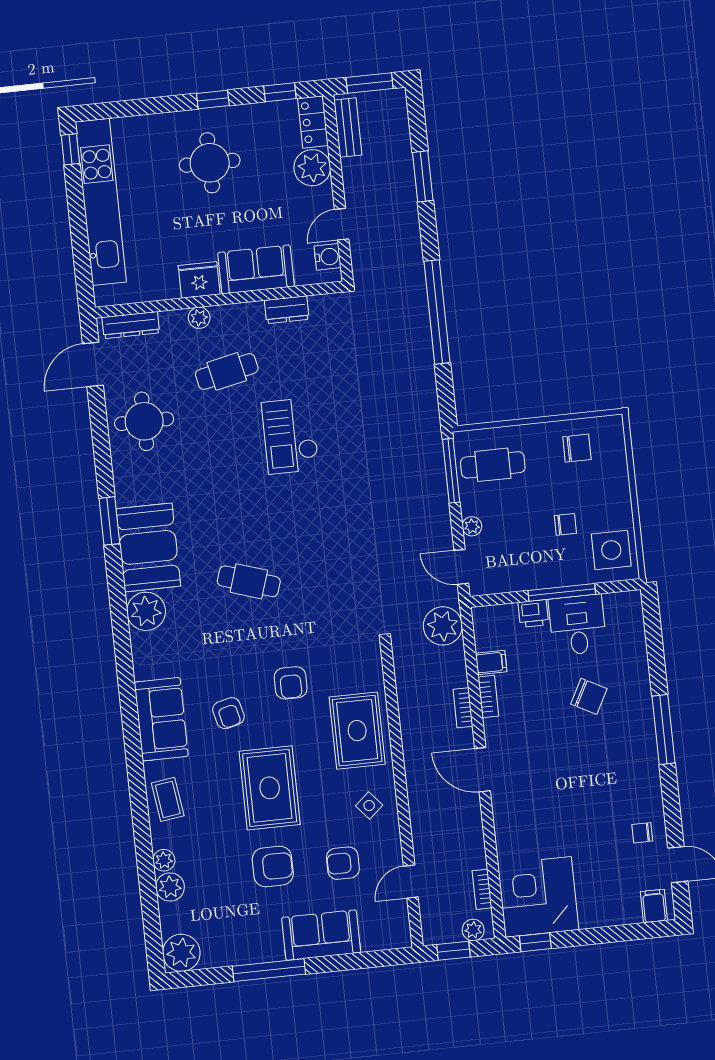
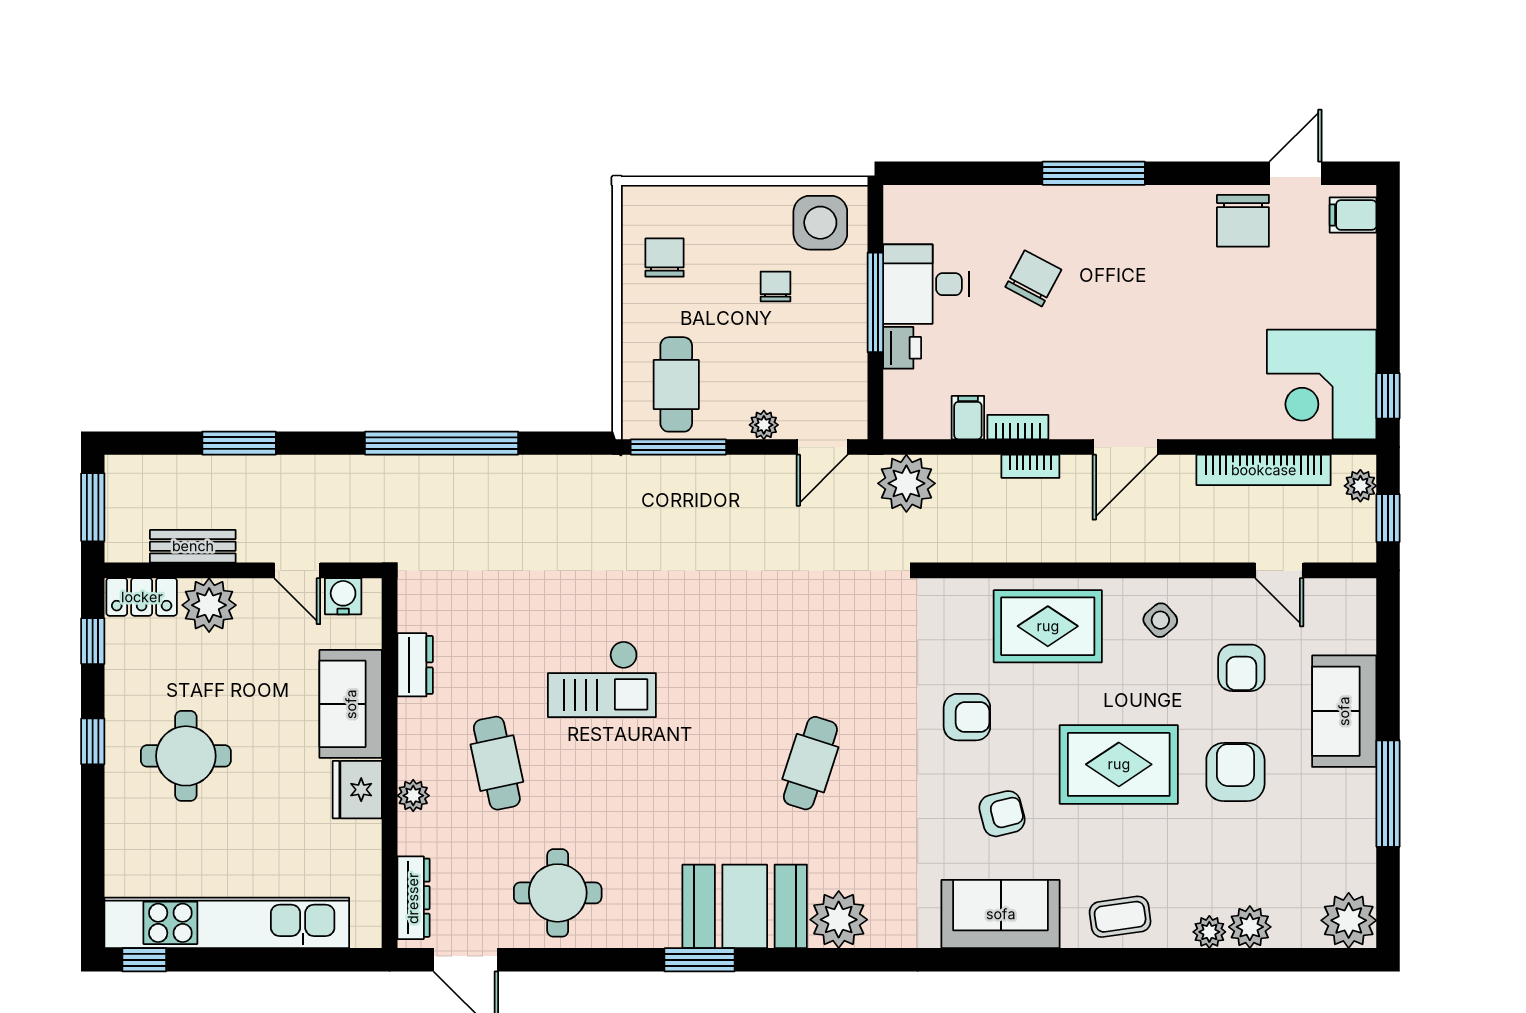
bench: (348, 128) -> (193, 546), moved
chair: (642, 833) -> (1243, 221), width x1.87, depth x1.87
bookcase: (482, 889) -> (1264, 470), width x2.31, depth x1.31

